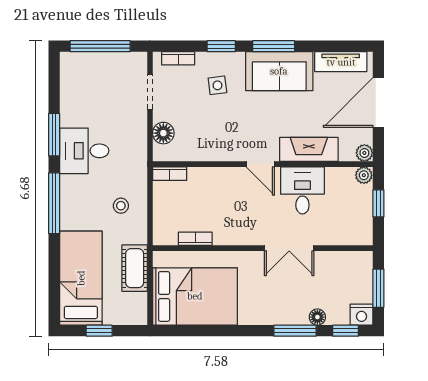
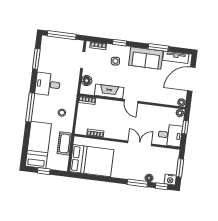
window: (274, 46) -> (158, 48), moved
window: (54, 135) -> (36, 59), moved
fireplace: (309, 149) -> (109, 91), moved
desk: (302, 190) -> (170, 135), moved, turned 90
double door: (289, 248) -> (140, 143), swing flipped

